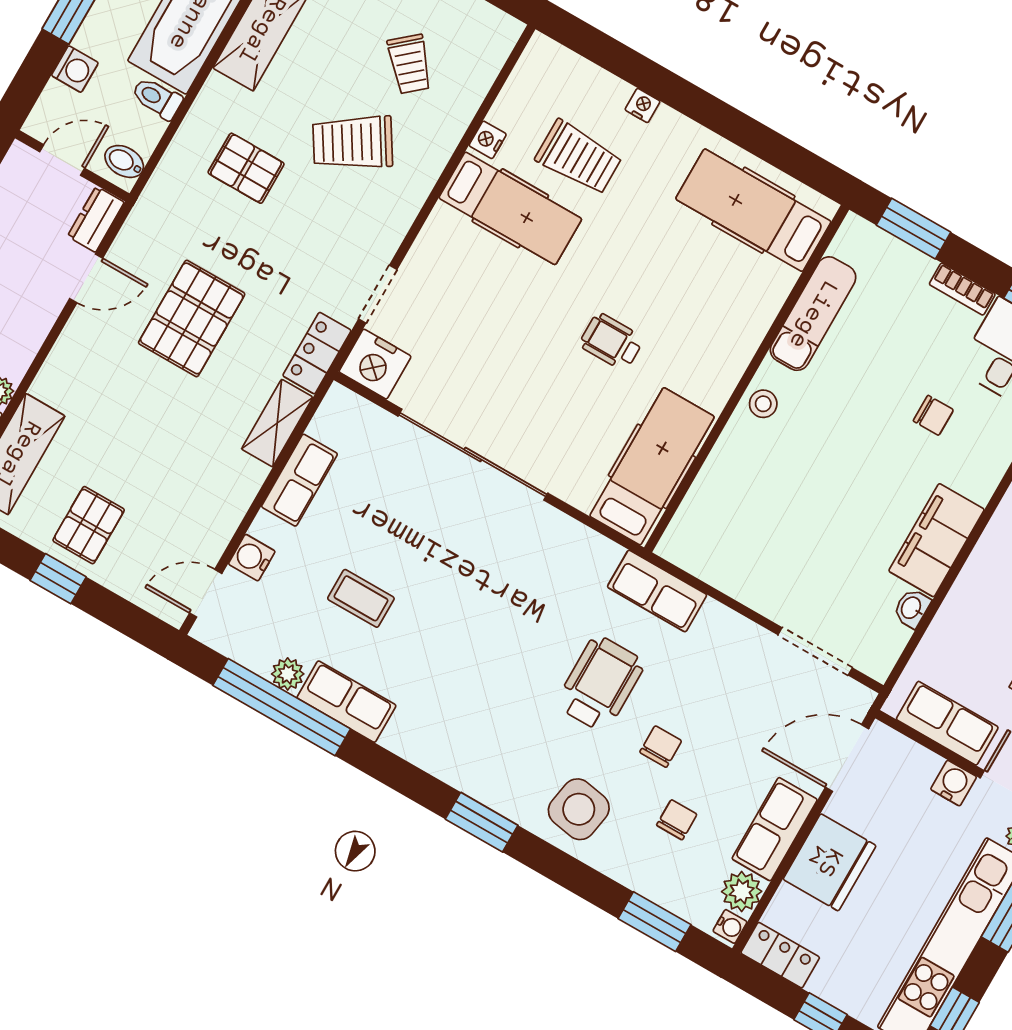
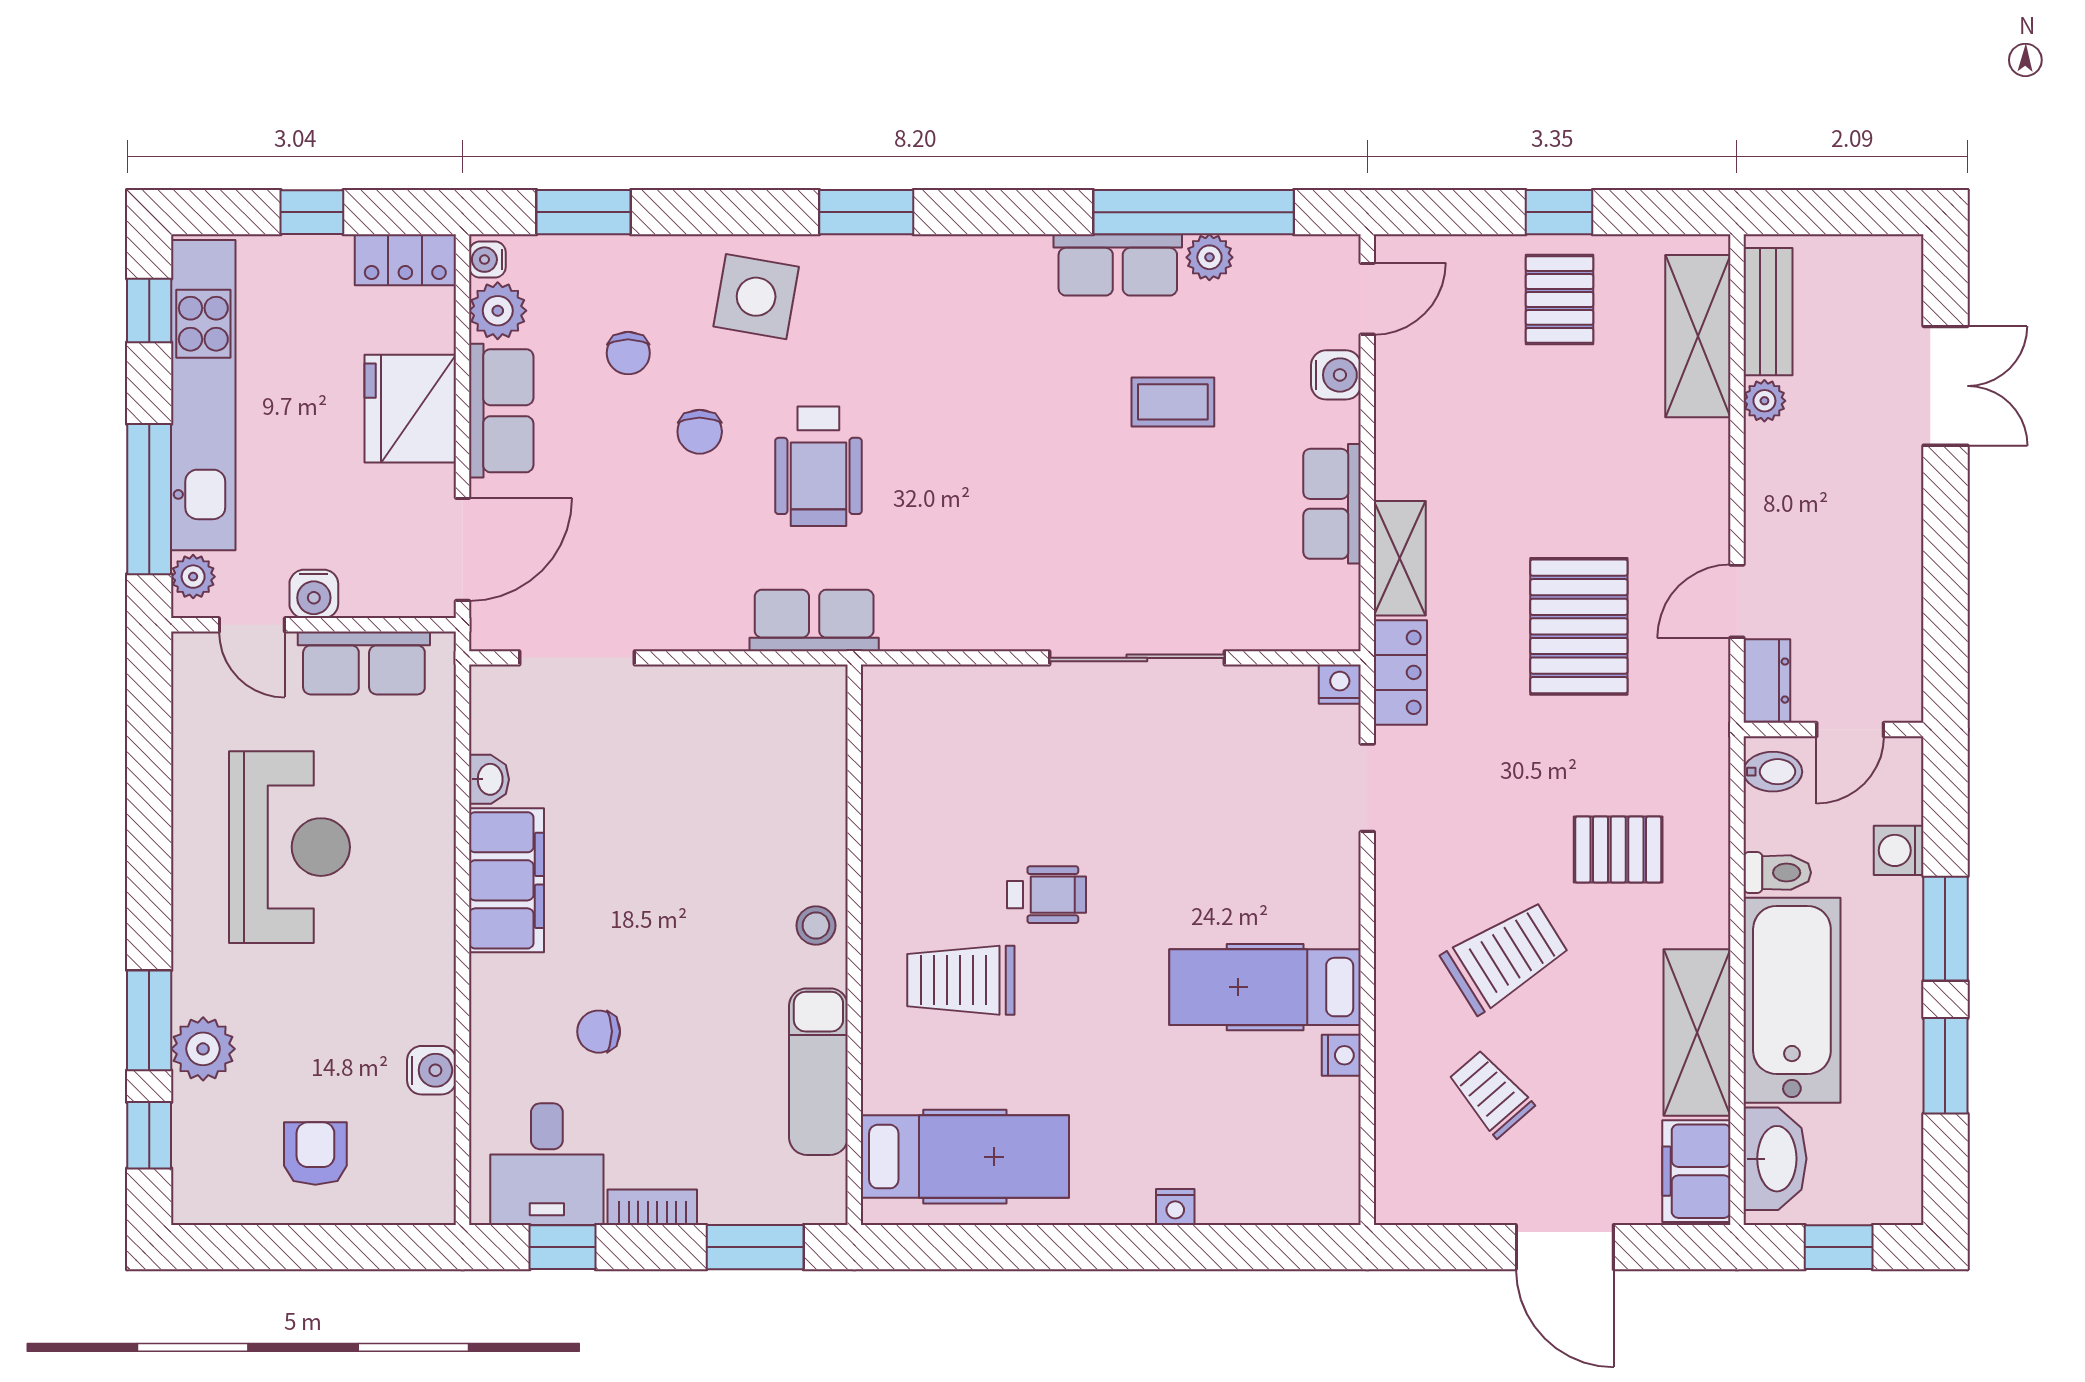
trolley: (579, 157) -> (961, 980), moved
nightstand: (375, 364) -> (1340, 684), width x0.53, depth x0.56
sliding door: (473, 455) -> (1137, 658), width x0.73
hospital bed: (652, 466) -> (908, 770), removed

